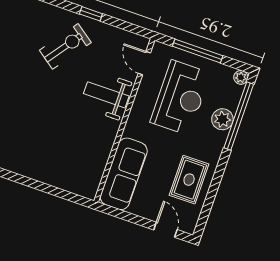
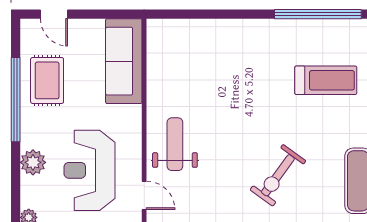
exercise bike: (65, 46) -> (278, 175), moved
weight bench: (106, 95) -> (175, 144), turned -90
window: (239, 116) -> (16, 100), moved

